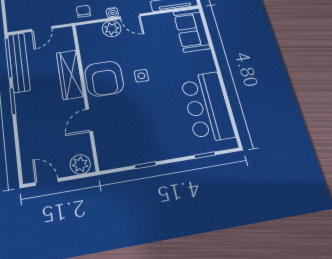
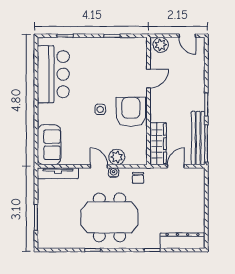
wardrobe: (70, 74) -> (158, 144), moved

